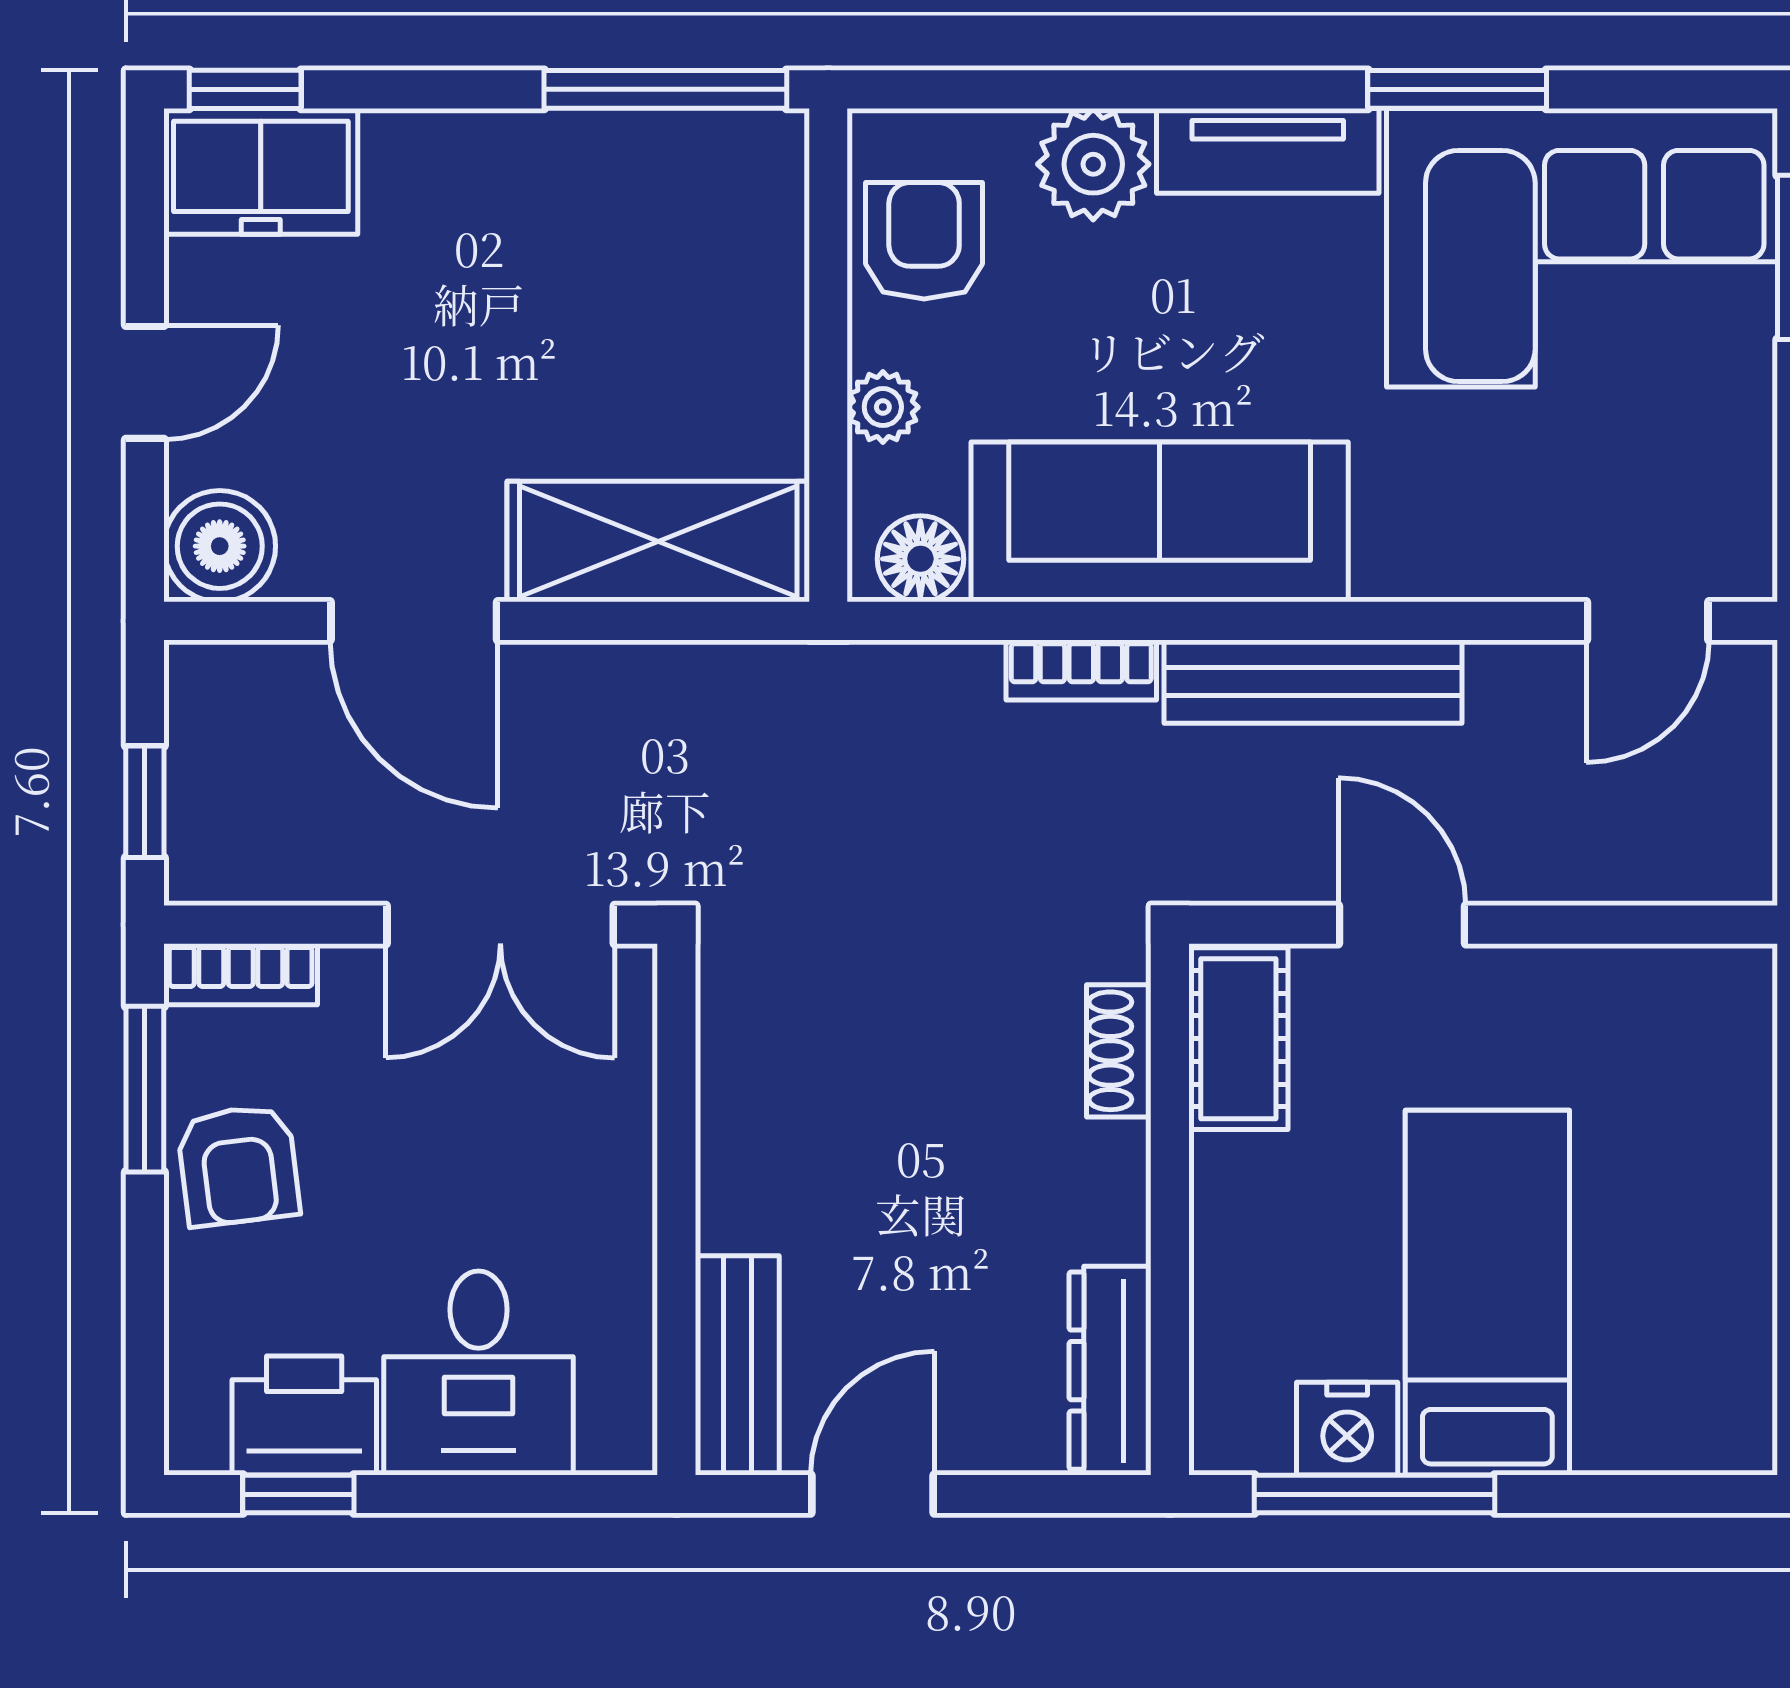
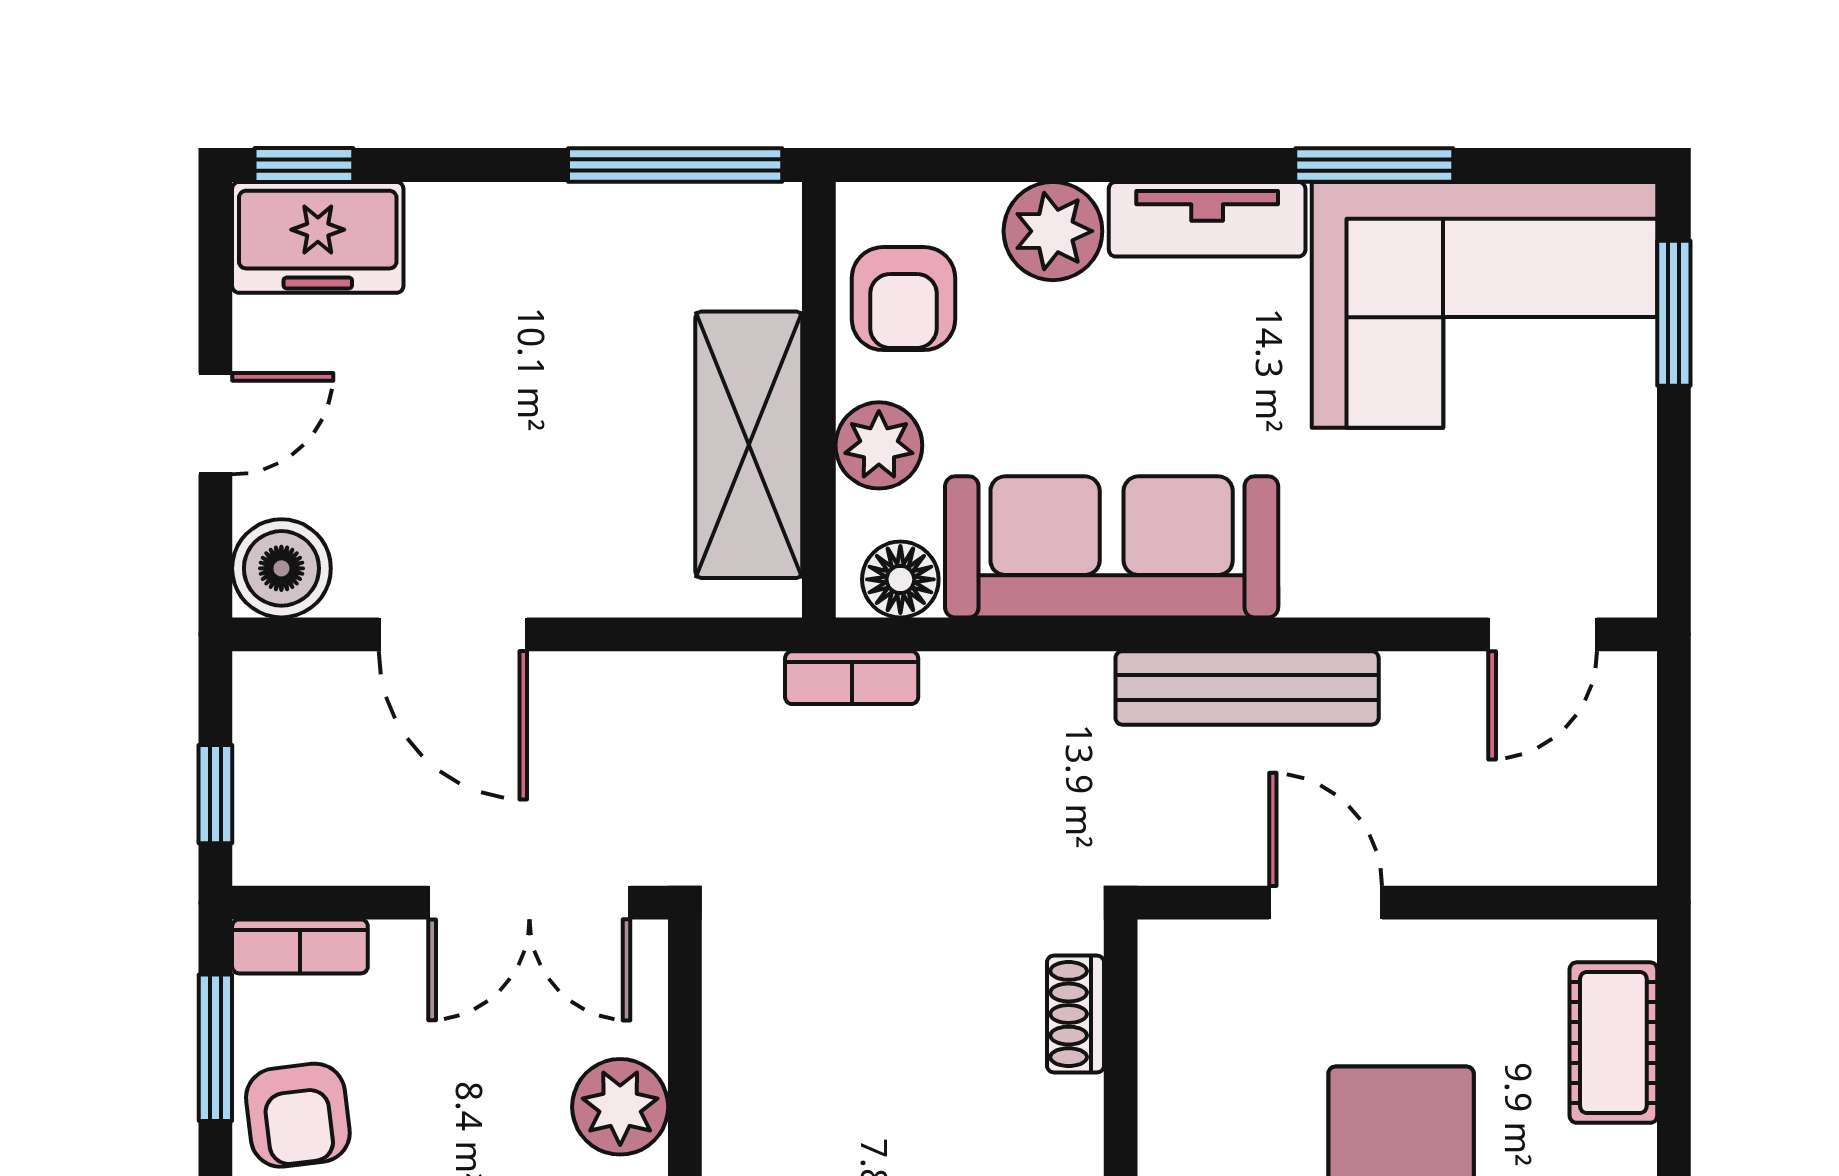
armchair: (924, 241) -> (904, 299), turned 180
plant: (883, 407) -> (879, 445), width x1.38, depth x1.38
shelving: (658, 542) -> (749, 445), moved, turned 90
bookcase: (1081, 670) -> (852, 678), moved
cot: (1238, 1039) -> (1613, 1043), moved
plant: (603, 1156) -> (620, 1107), added

